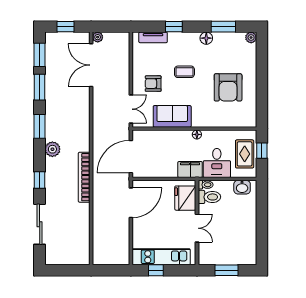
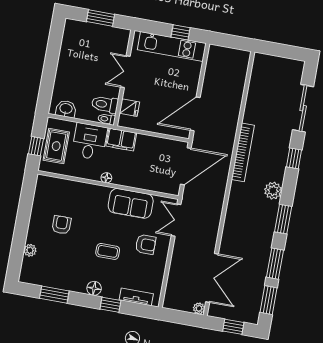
floor lamp: (206, 38) -> (94, 288), moved
plant: (251, 38) -> (30, 250), moved
armchair: (228, 87) -> (61, 225), width x0.53, depth x0.53
fridge: (185, 198) -> (129, 108), width x0.53, depth x0.75

